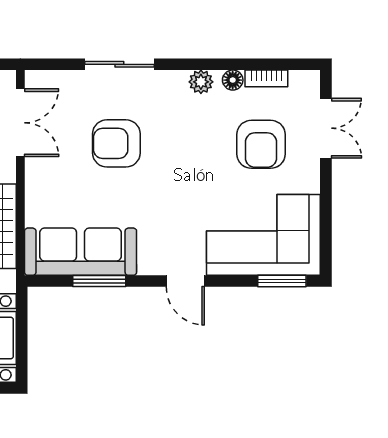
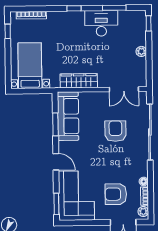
sliding door: (119, 64) -> (150, 132), width x1.86
plant: (201, 82) -> (143, 211), moved
door: (185, 281) -> (56, 162), swing flipped

